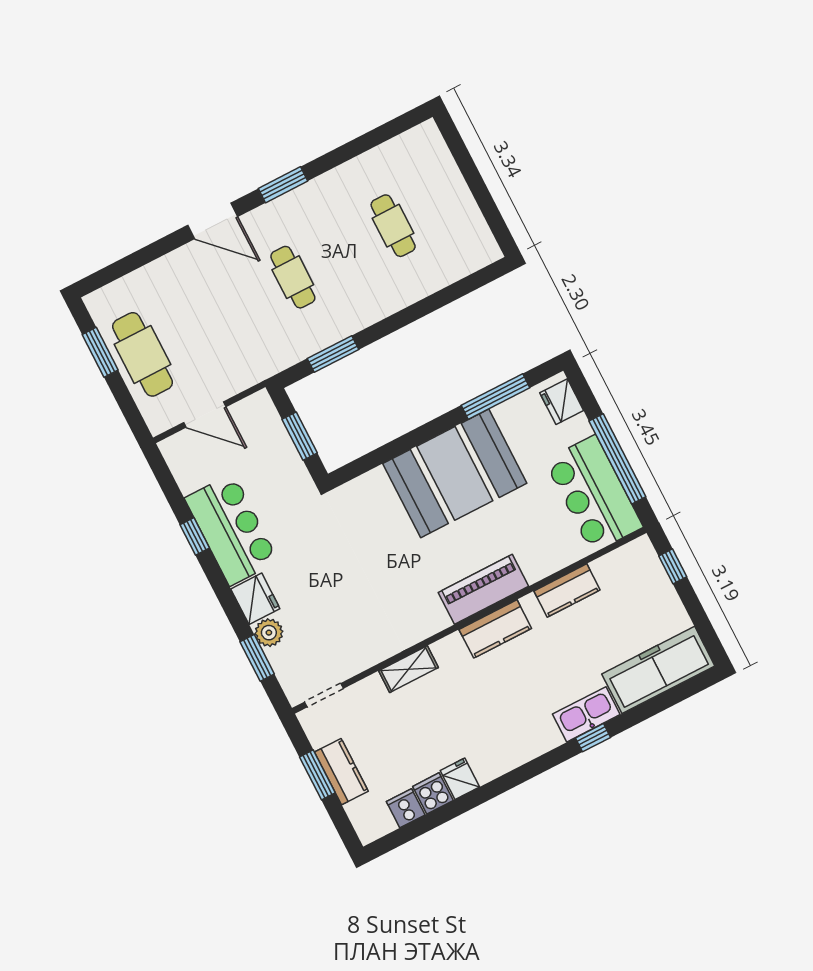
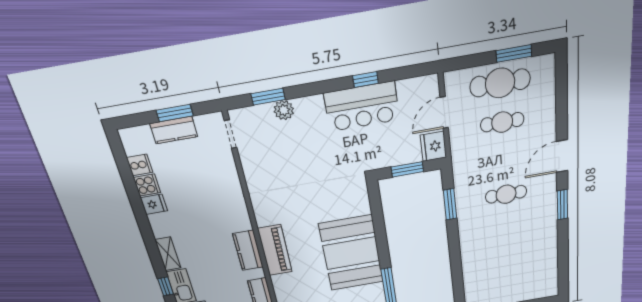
cafe table: (393, 226) -> (502, 122), moved
fridge: (255, 599) -> (433, 146), moved, turned 90
shelving: (408, 669) -> (168, 254), moved

